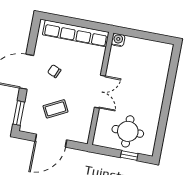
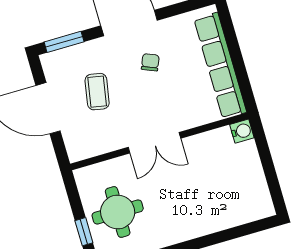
coffee table: (55, 109) -> (97, 92), turned 37

